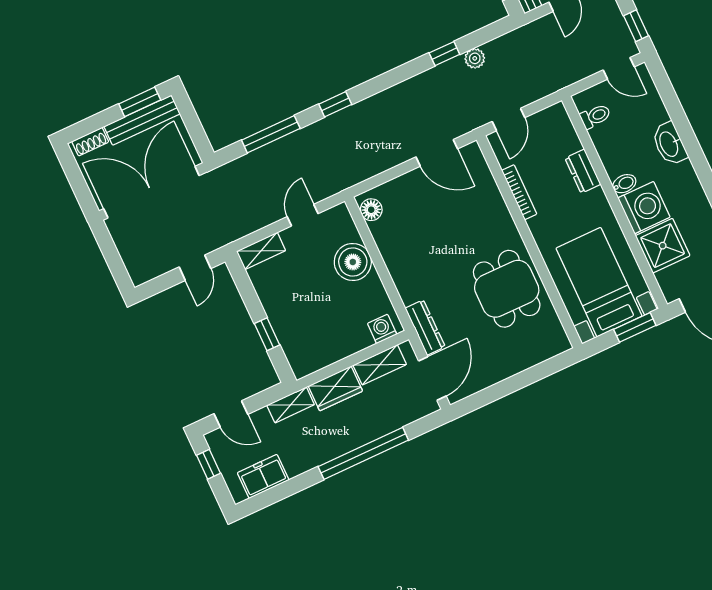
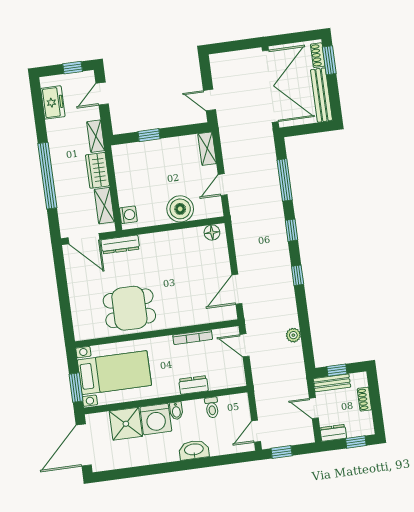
window: (444, 54) -> (298, 275), moved
window: (140, 102) -> (329, 60), moved
toilet: (595, 116) -> (212, 407), moved
door: (303, 215) -> (223, 185), swing flipped

